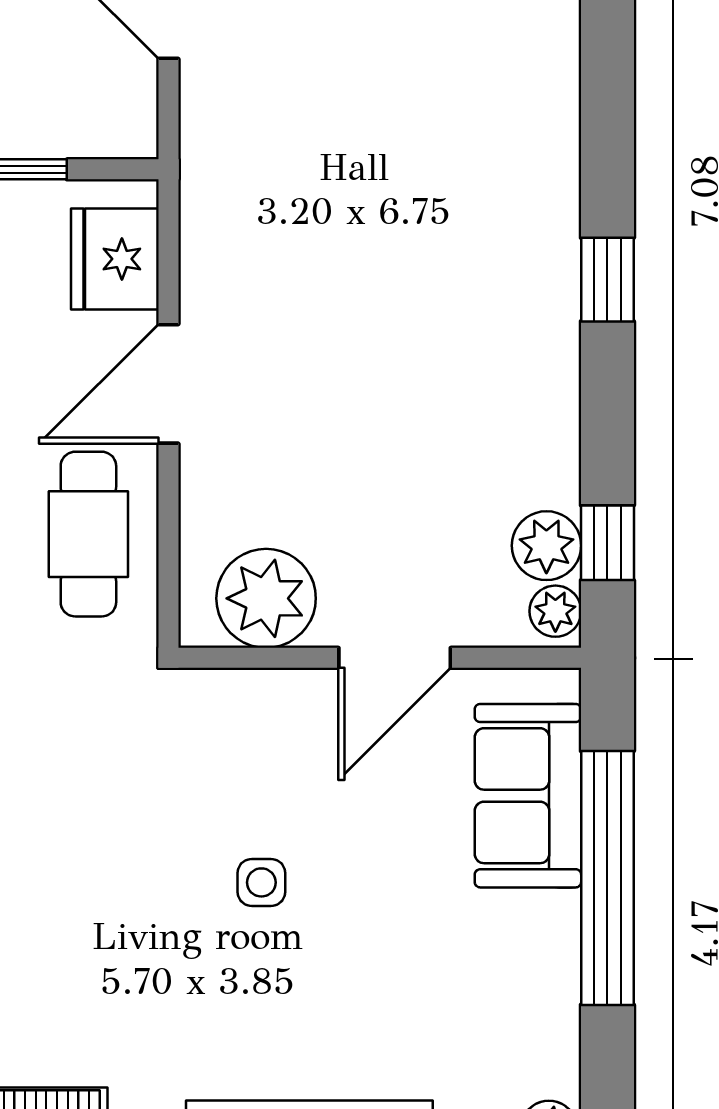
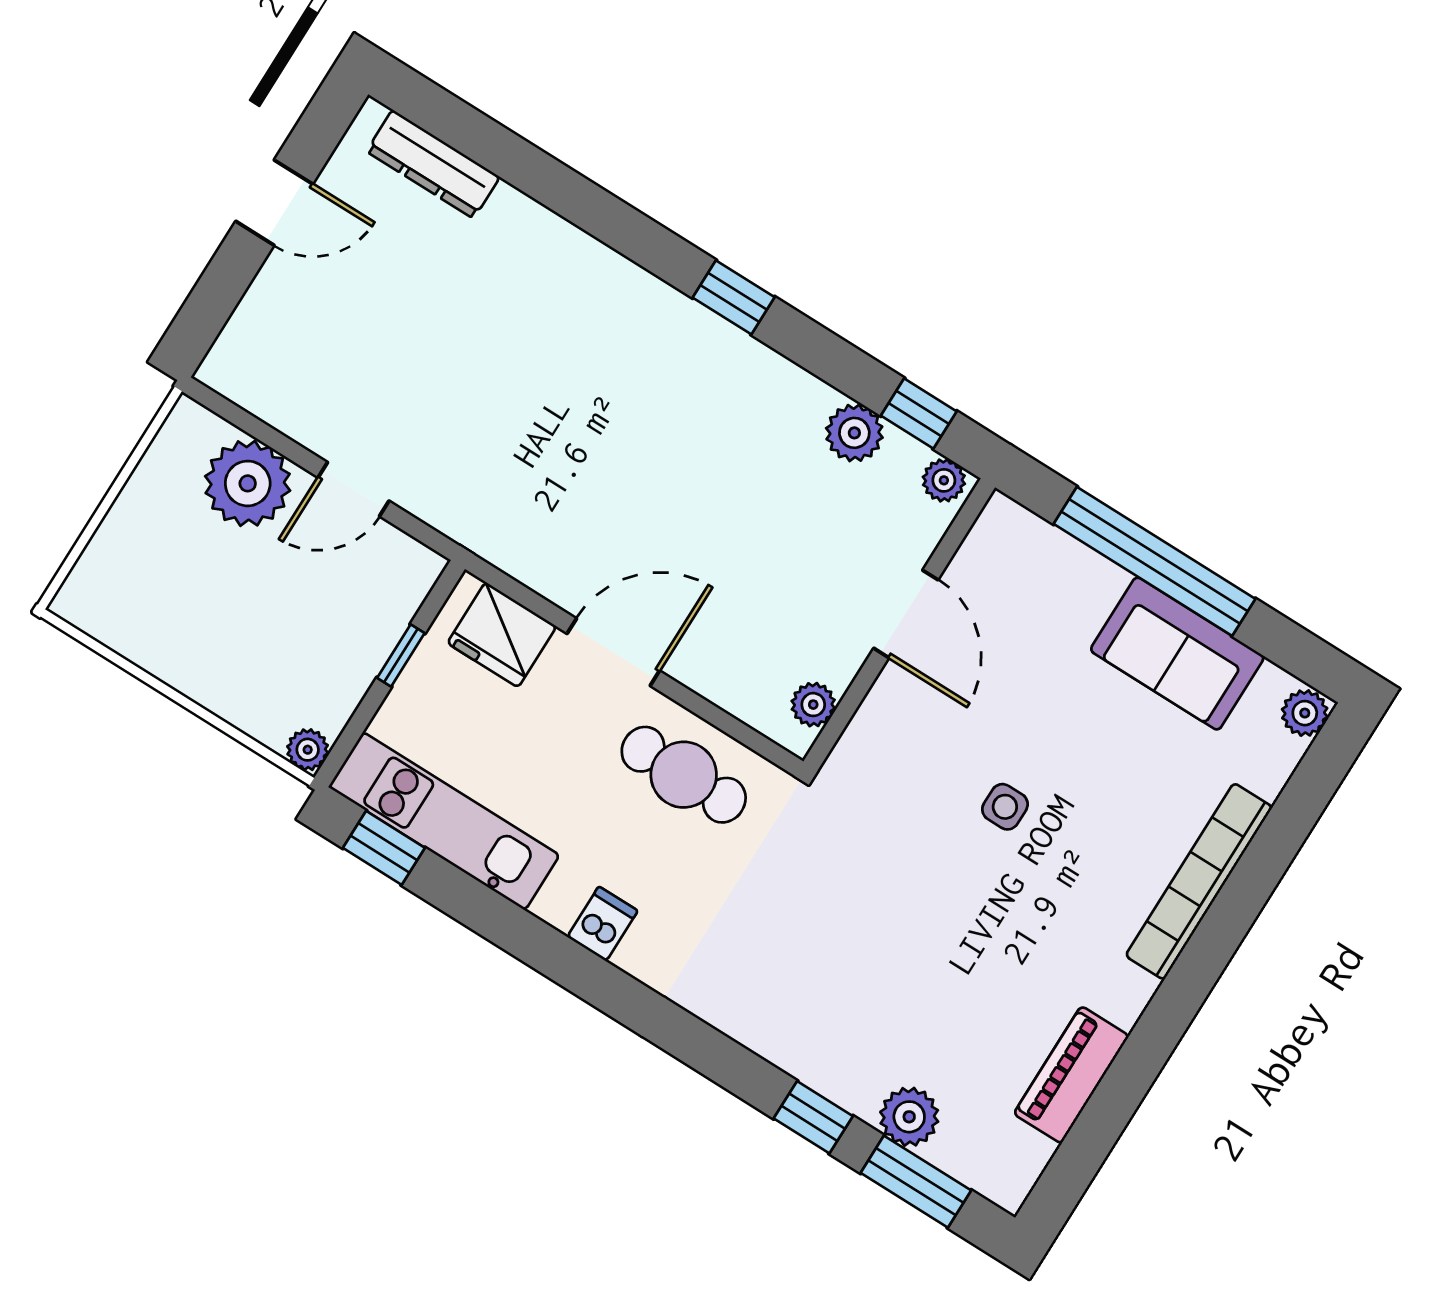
door: (168, 384) -> (613, 652), swing flipped
plant: (546, 546) -> (854, 433), moved
plant: (266, 598) -> (813, 705), width x0.53, depth x0.53
sofa: (528, 796) -> (1177, 654), moved

